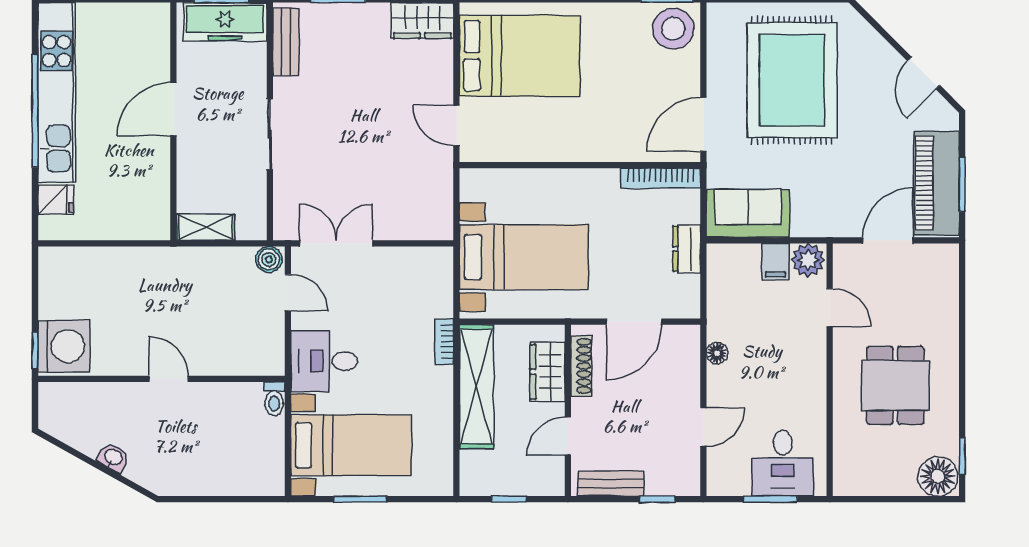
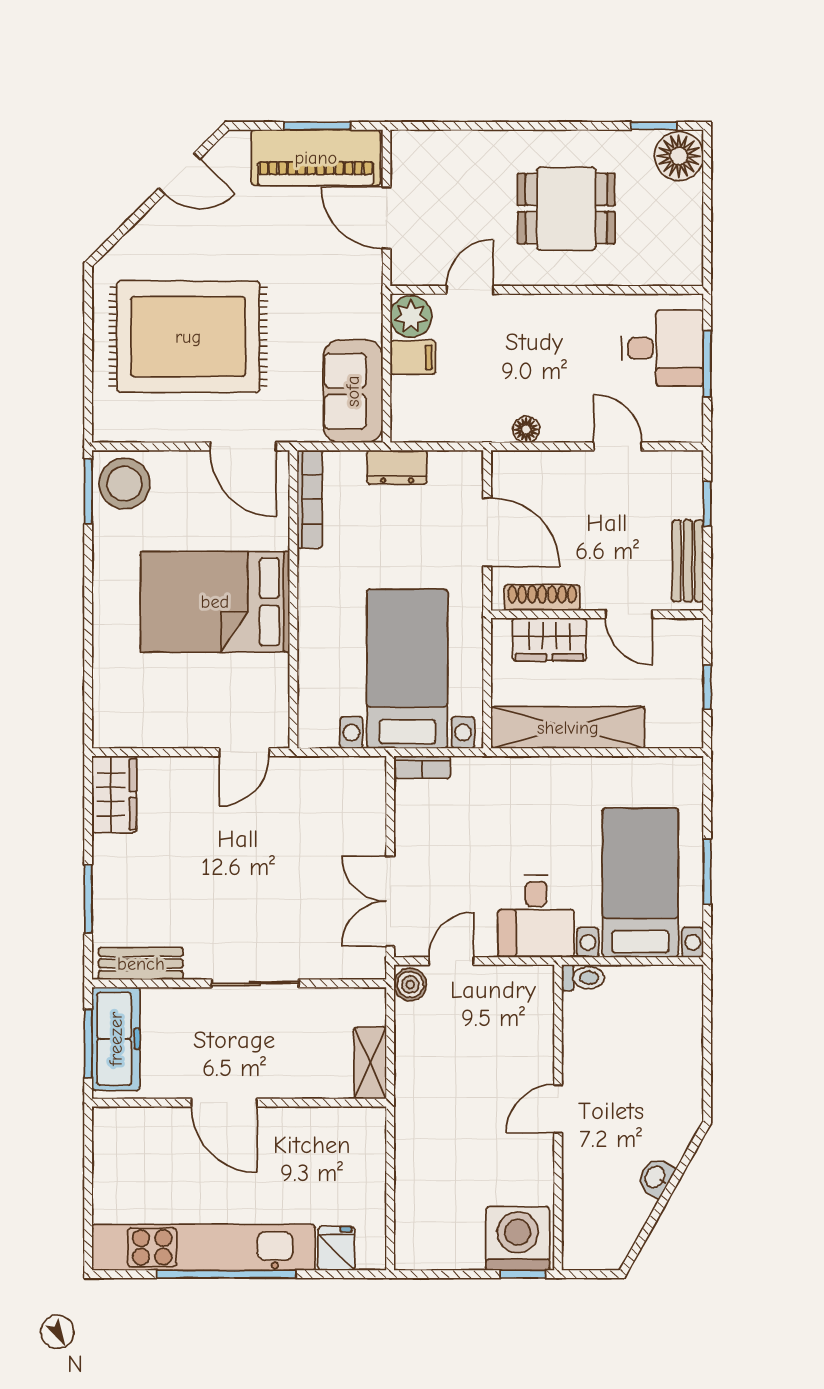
bed: (520, 56) -> (215, 602), moved, turned -90
bookcase: (444, 342) -> (422, 767), moved

